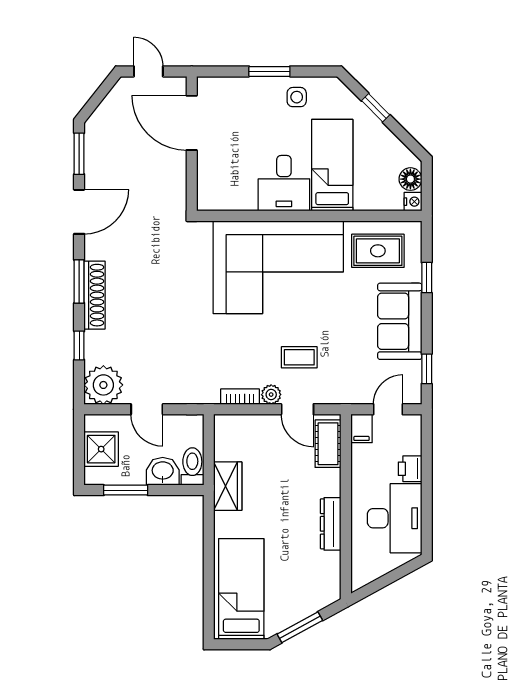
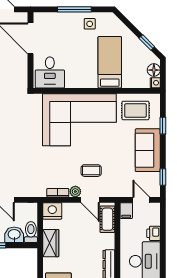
window: (269, 71) -> (74, 9), width x1.44
window: (376, 108) -> (147, 43), moved
desk: (284, 183) -> (50, 72), moved
door: (388, 409) -> (141, 200), hinge flipped
nightstand: (230, 429) -> (52, 211), added

